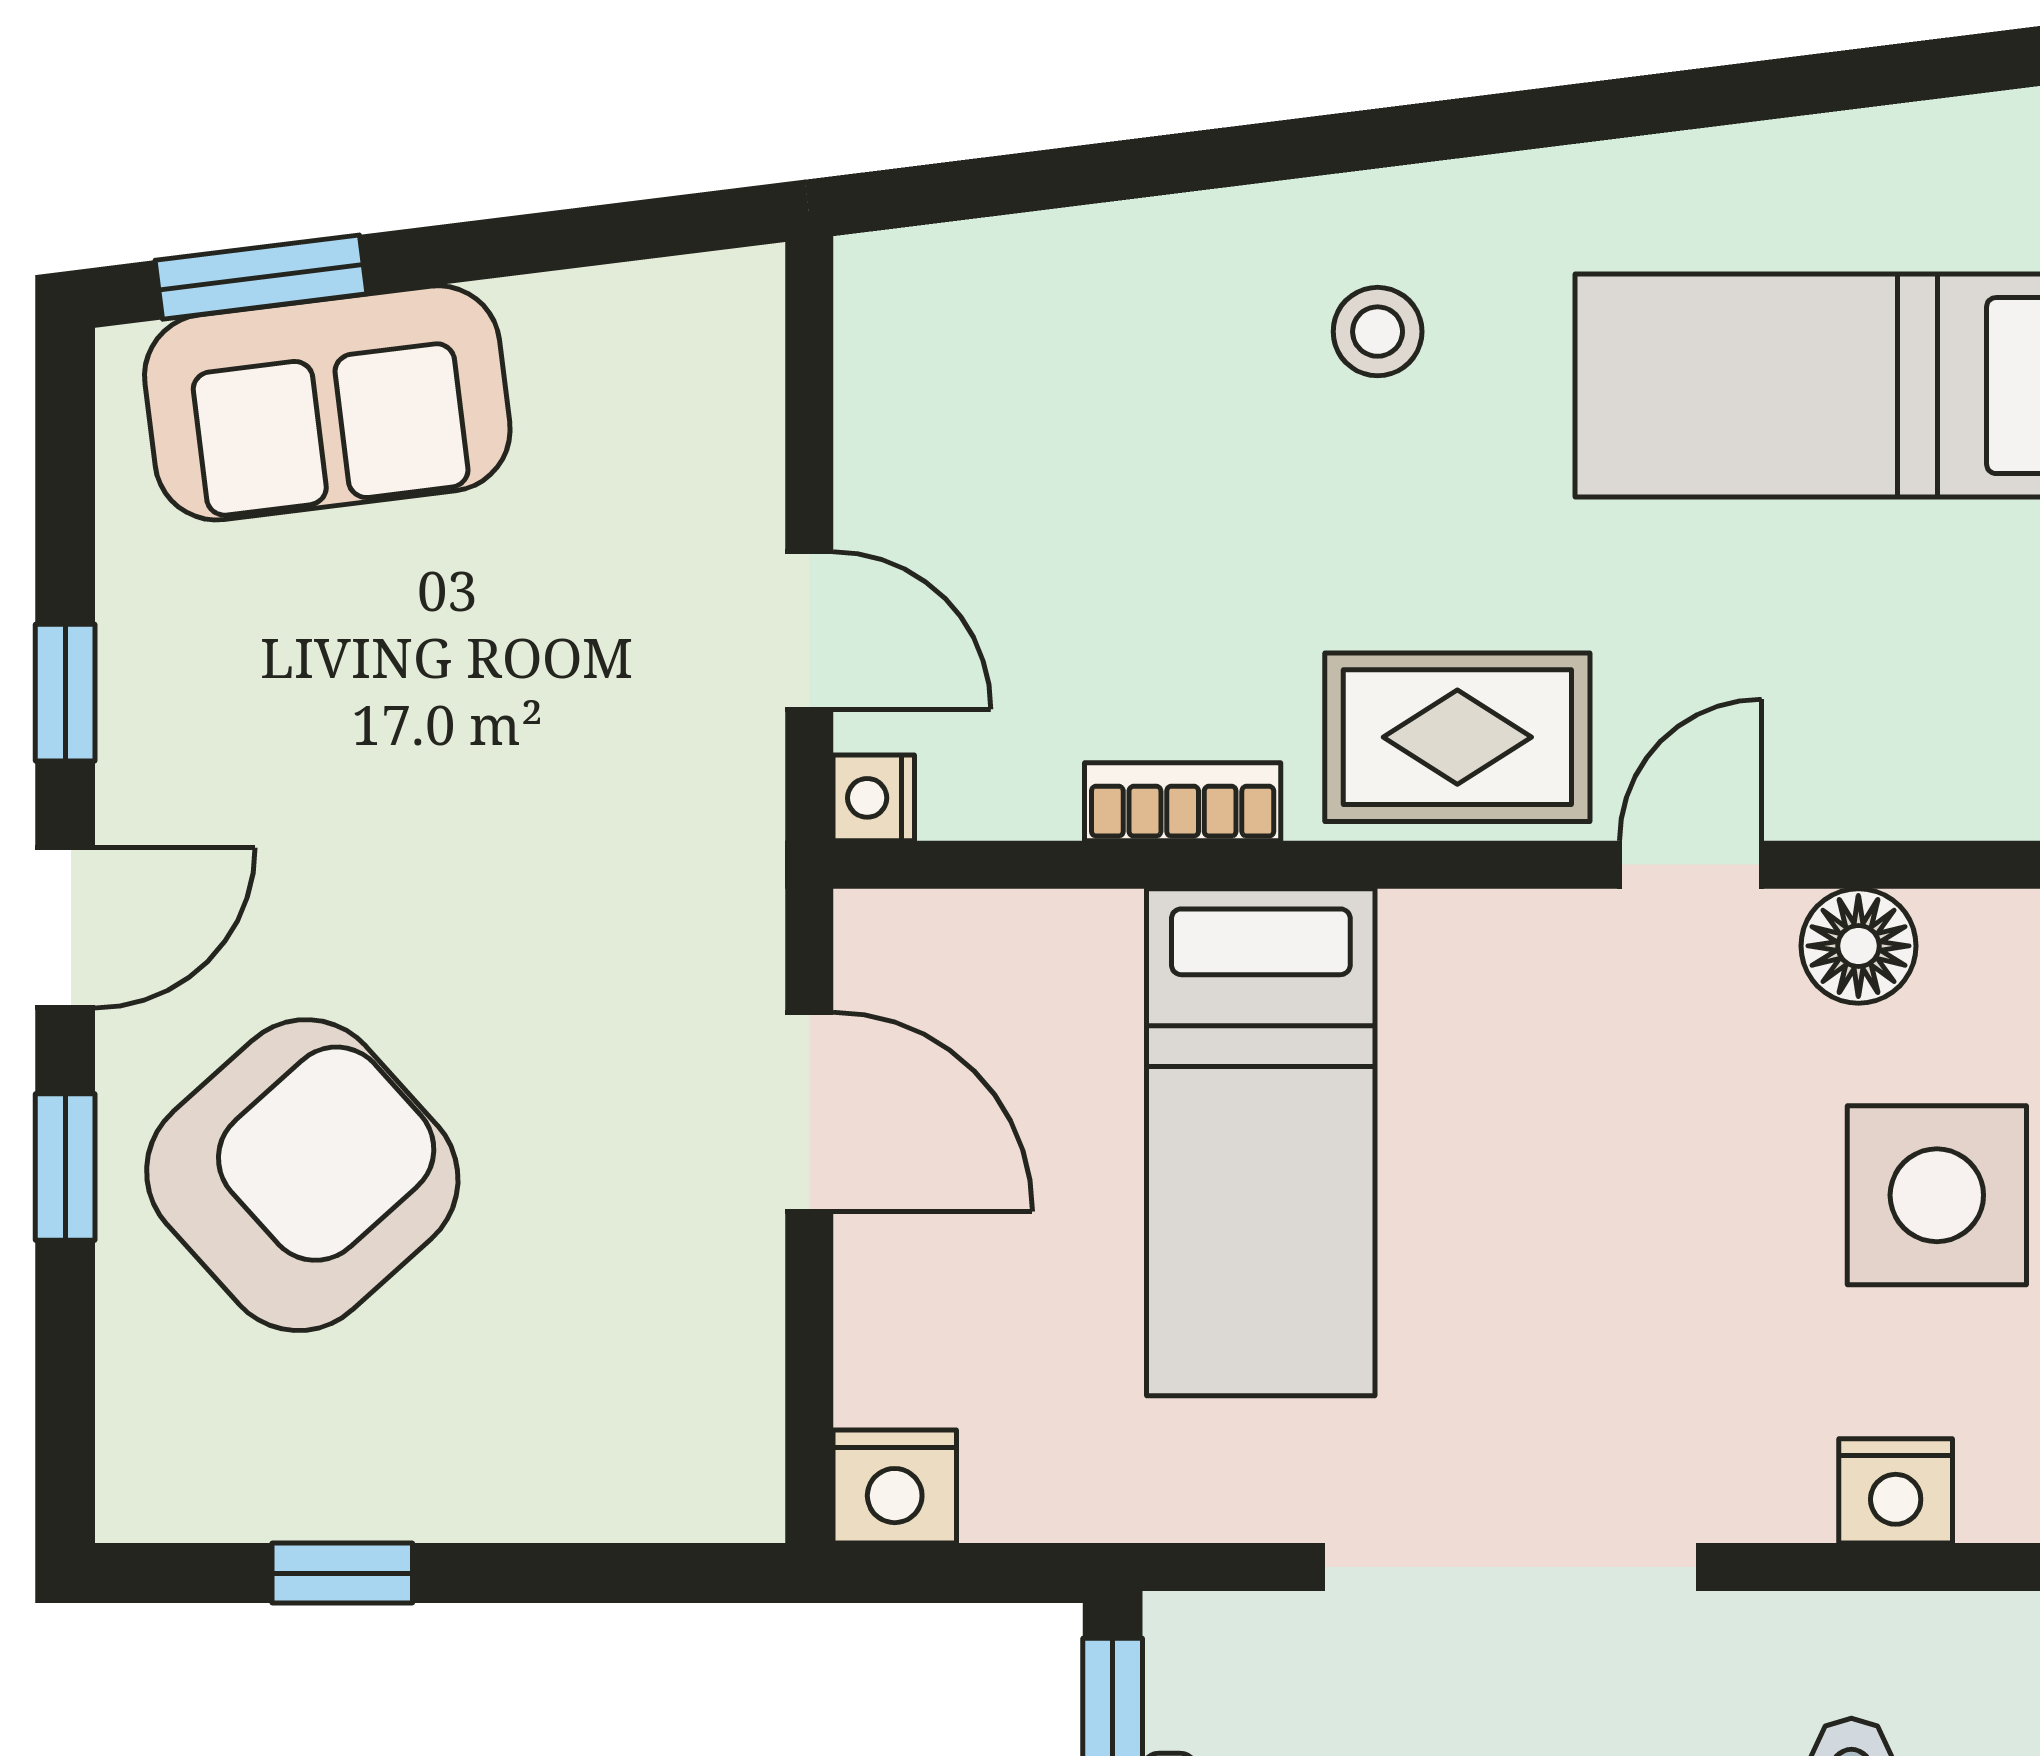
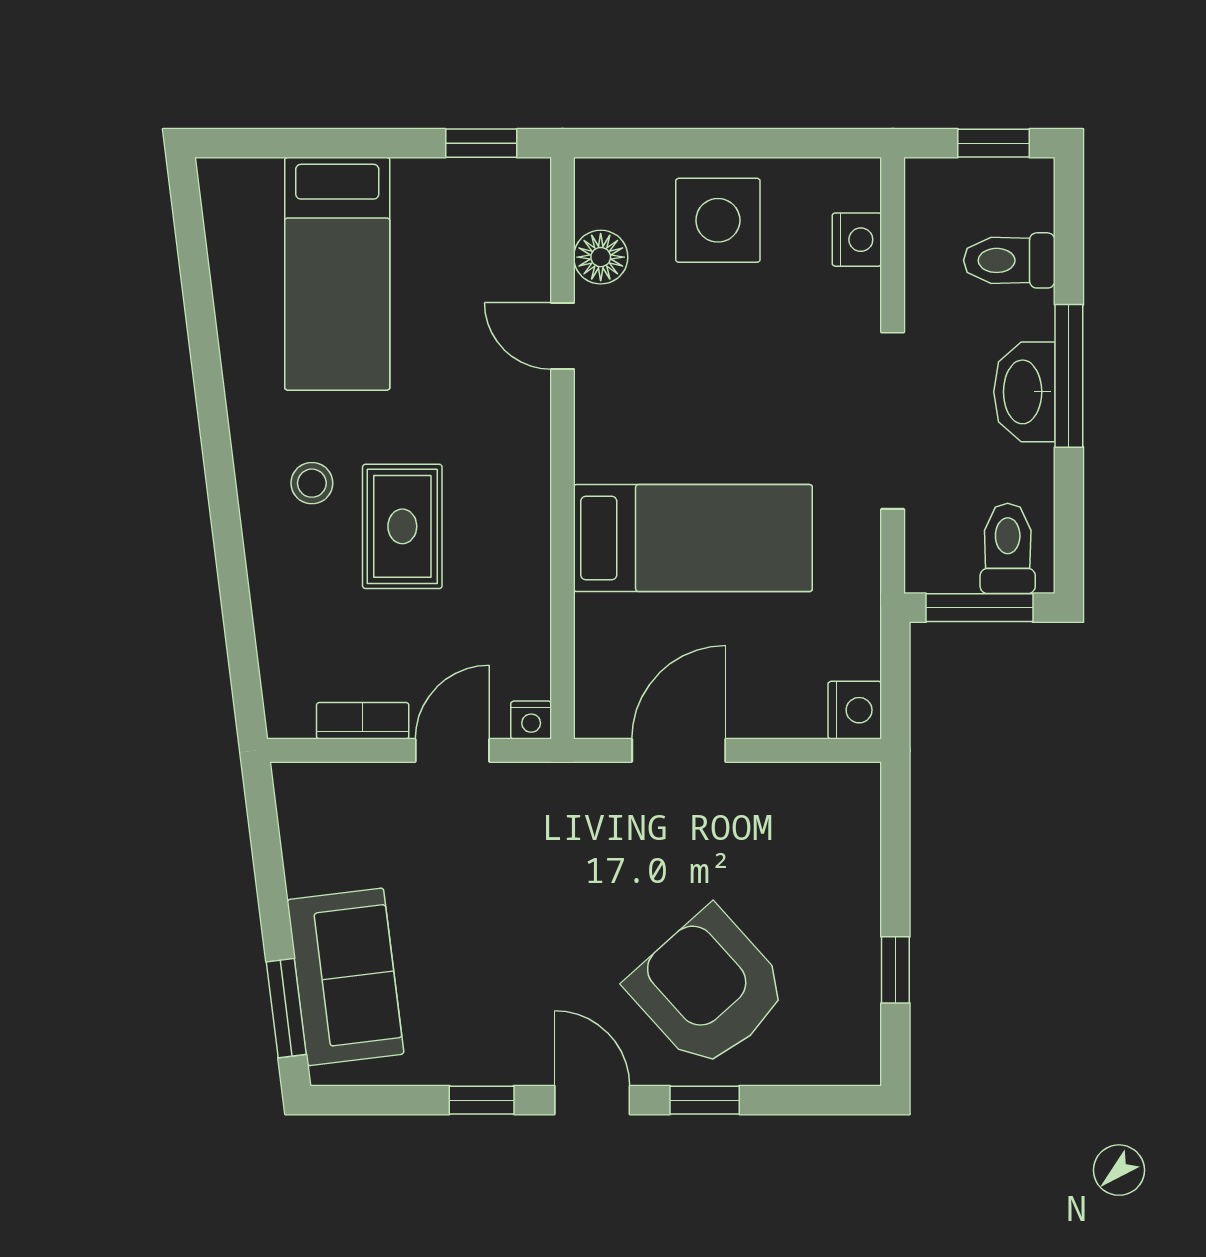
rug: (1457, 737) -> (402, 526), moved
bookcase: (1183, 802) -> (363, 721), moved, turned 90

